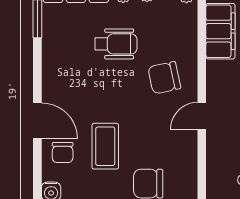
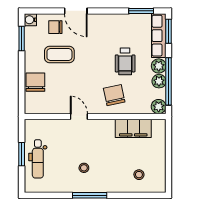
chair: (164, 78) -> (114, 95), moved
door: (37, 121) -> (76, 11), hinge flipped

